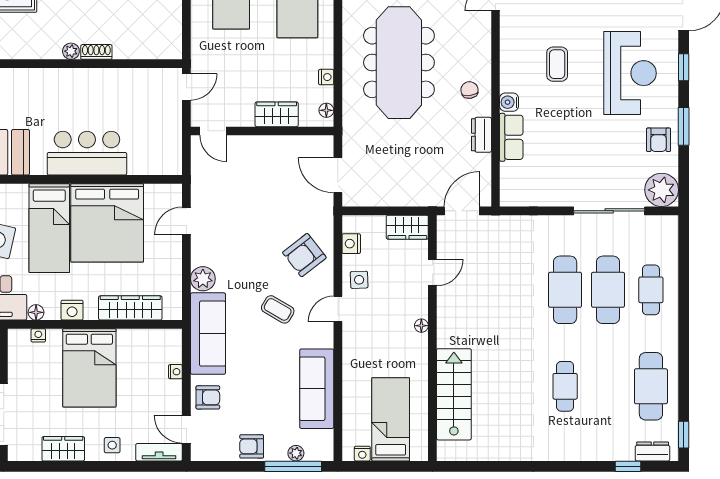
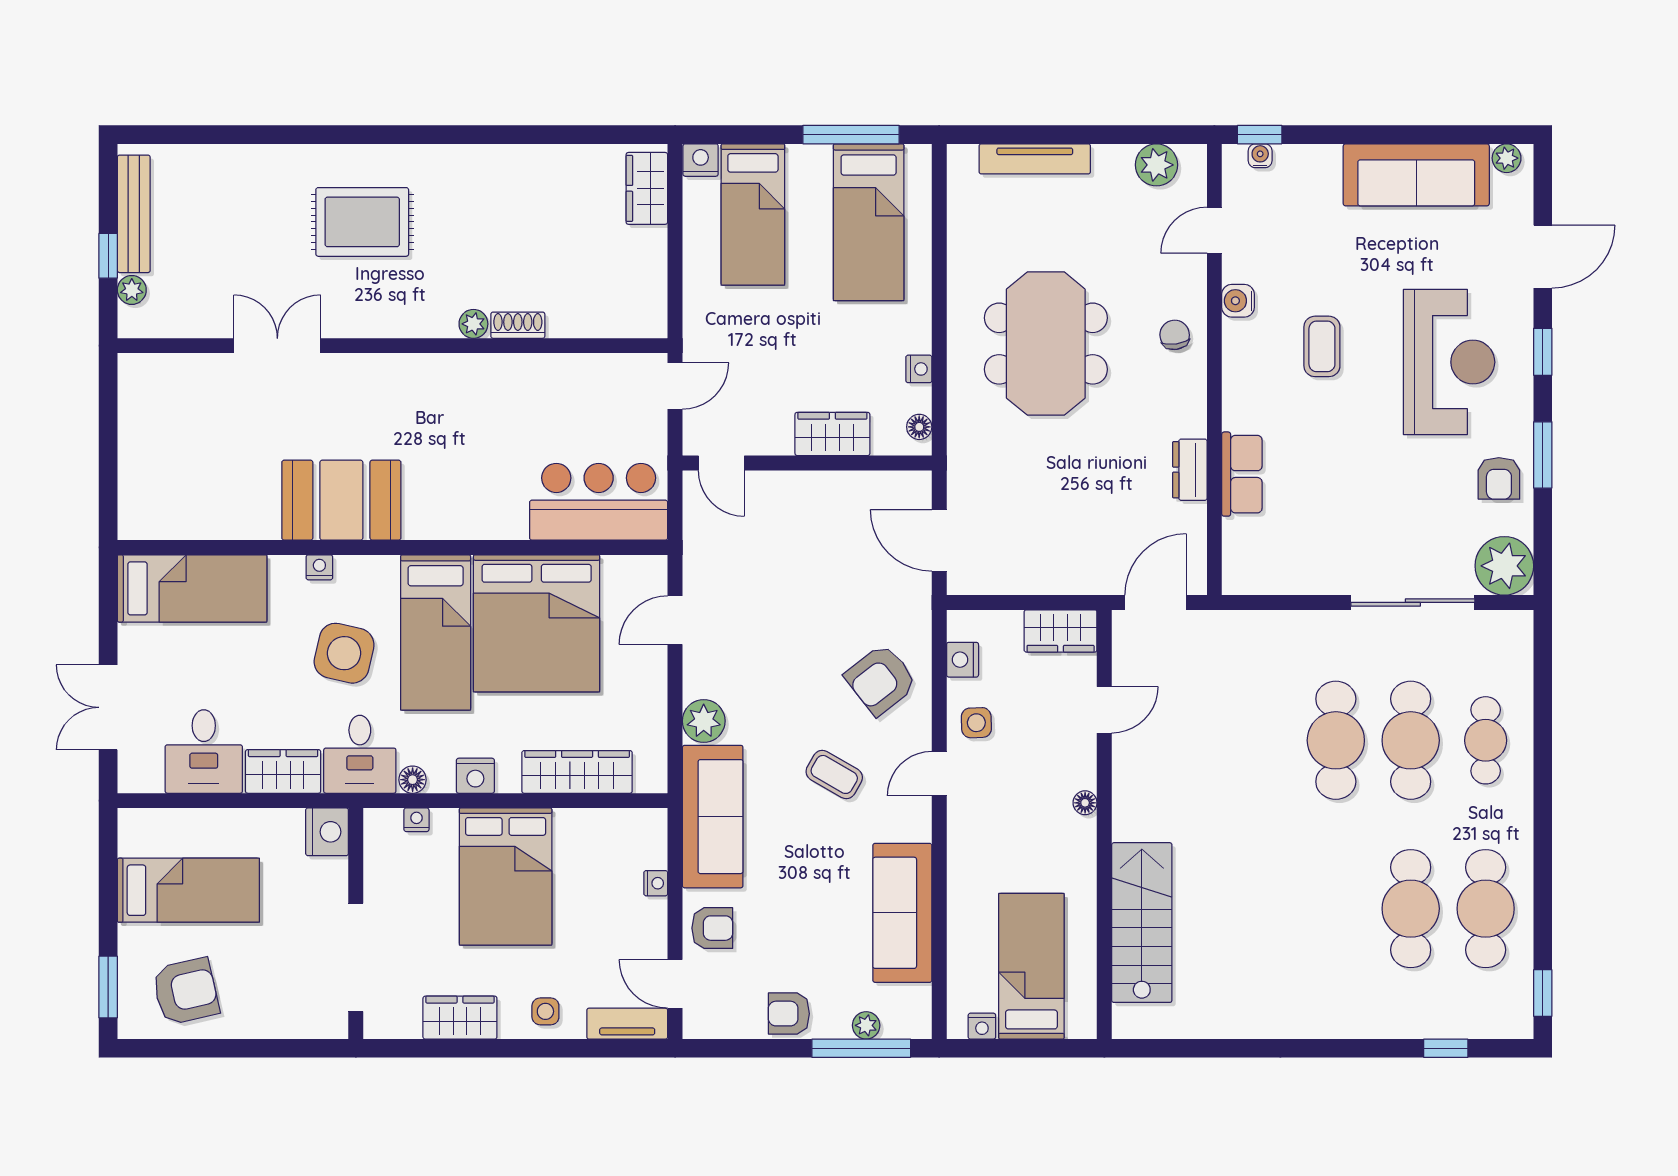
meeting table: (399, 63) -> (1046, 344), width x0.73
chair: (469, 90) -> (1175, 335), moved
water cooler: (509, 102) -> (1238, 301), moved
bar counter: (87, 153) -> (599, 502), moved
cafe table: (565, 386) -> (1411, 909), moved, width x1.37, depth x1.35
dresser: (653, 451) -> (1488, 1022), removed

